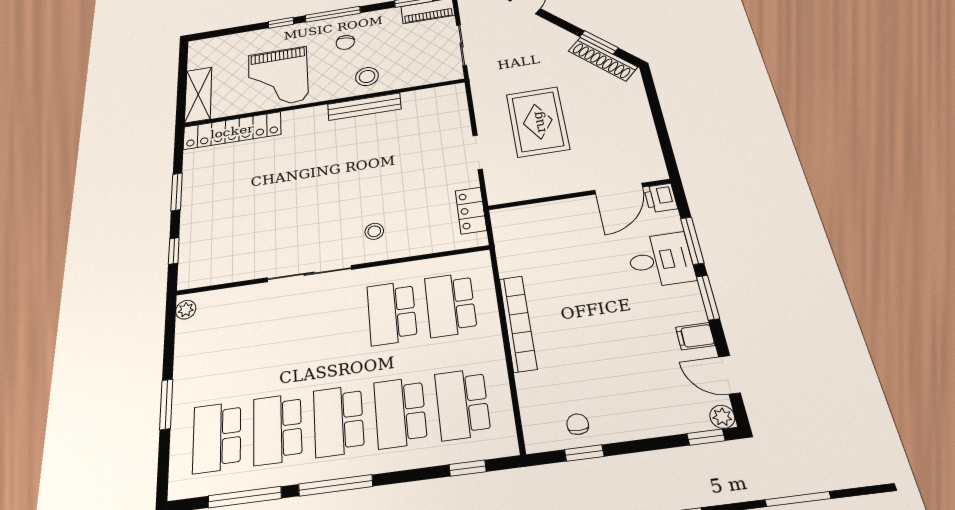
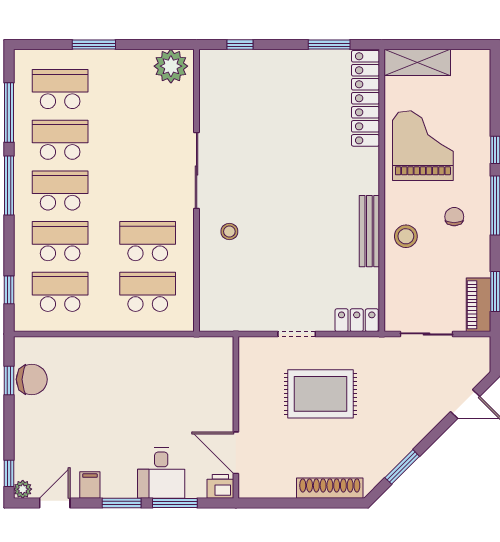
chair: (345, 42) -> (454, 217), turned 79
shoe rack: (603, 59) -> (330, 488), moved, turned 45
grand piano: (278, 77) -> (423, 146), turned 90
window: (177, 192) -> (329, 45), moved
locker: (471, 210) -> (357, 320), moved
plant: (186, 310) -> (171, 66), width x1.87, depth x1.87
bookcase: (518, 323) -> (122, 346), removed
chair: (578, 424) -> (32, 379), width x1.87, depth x1.87

